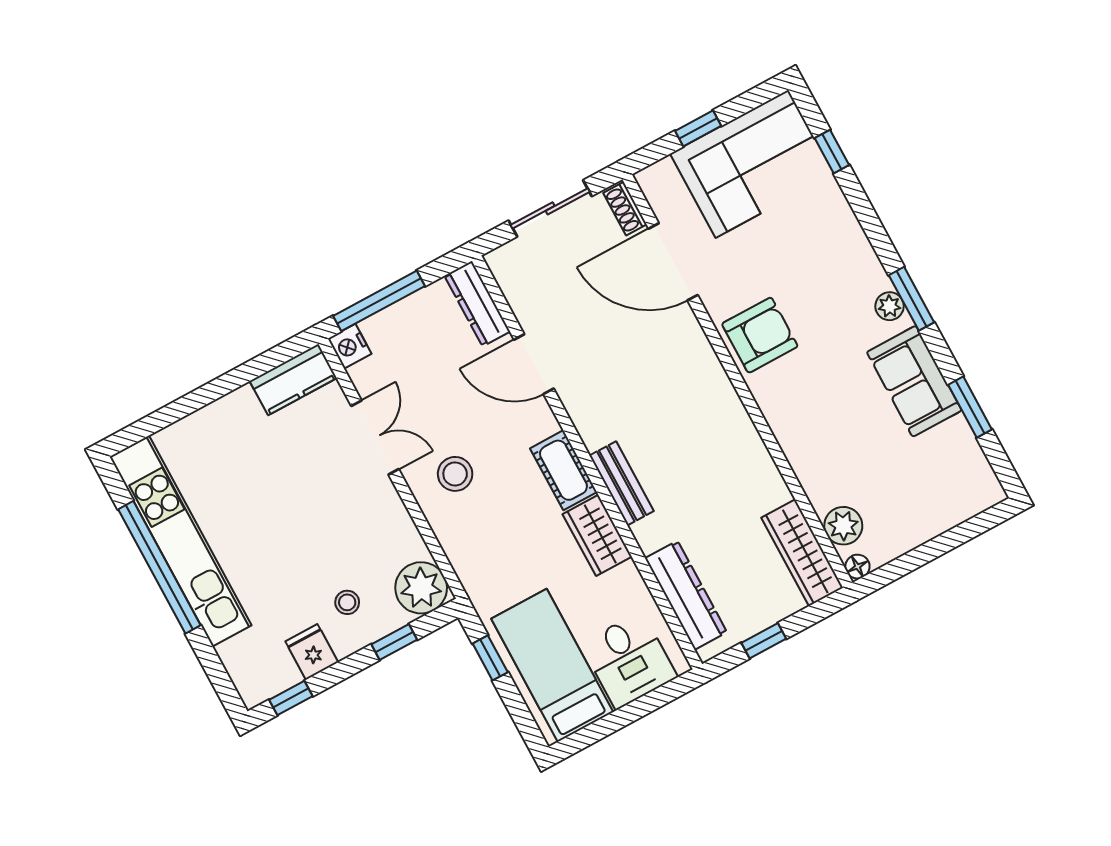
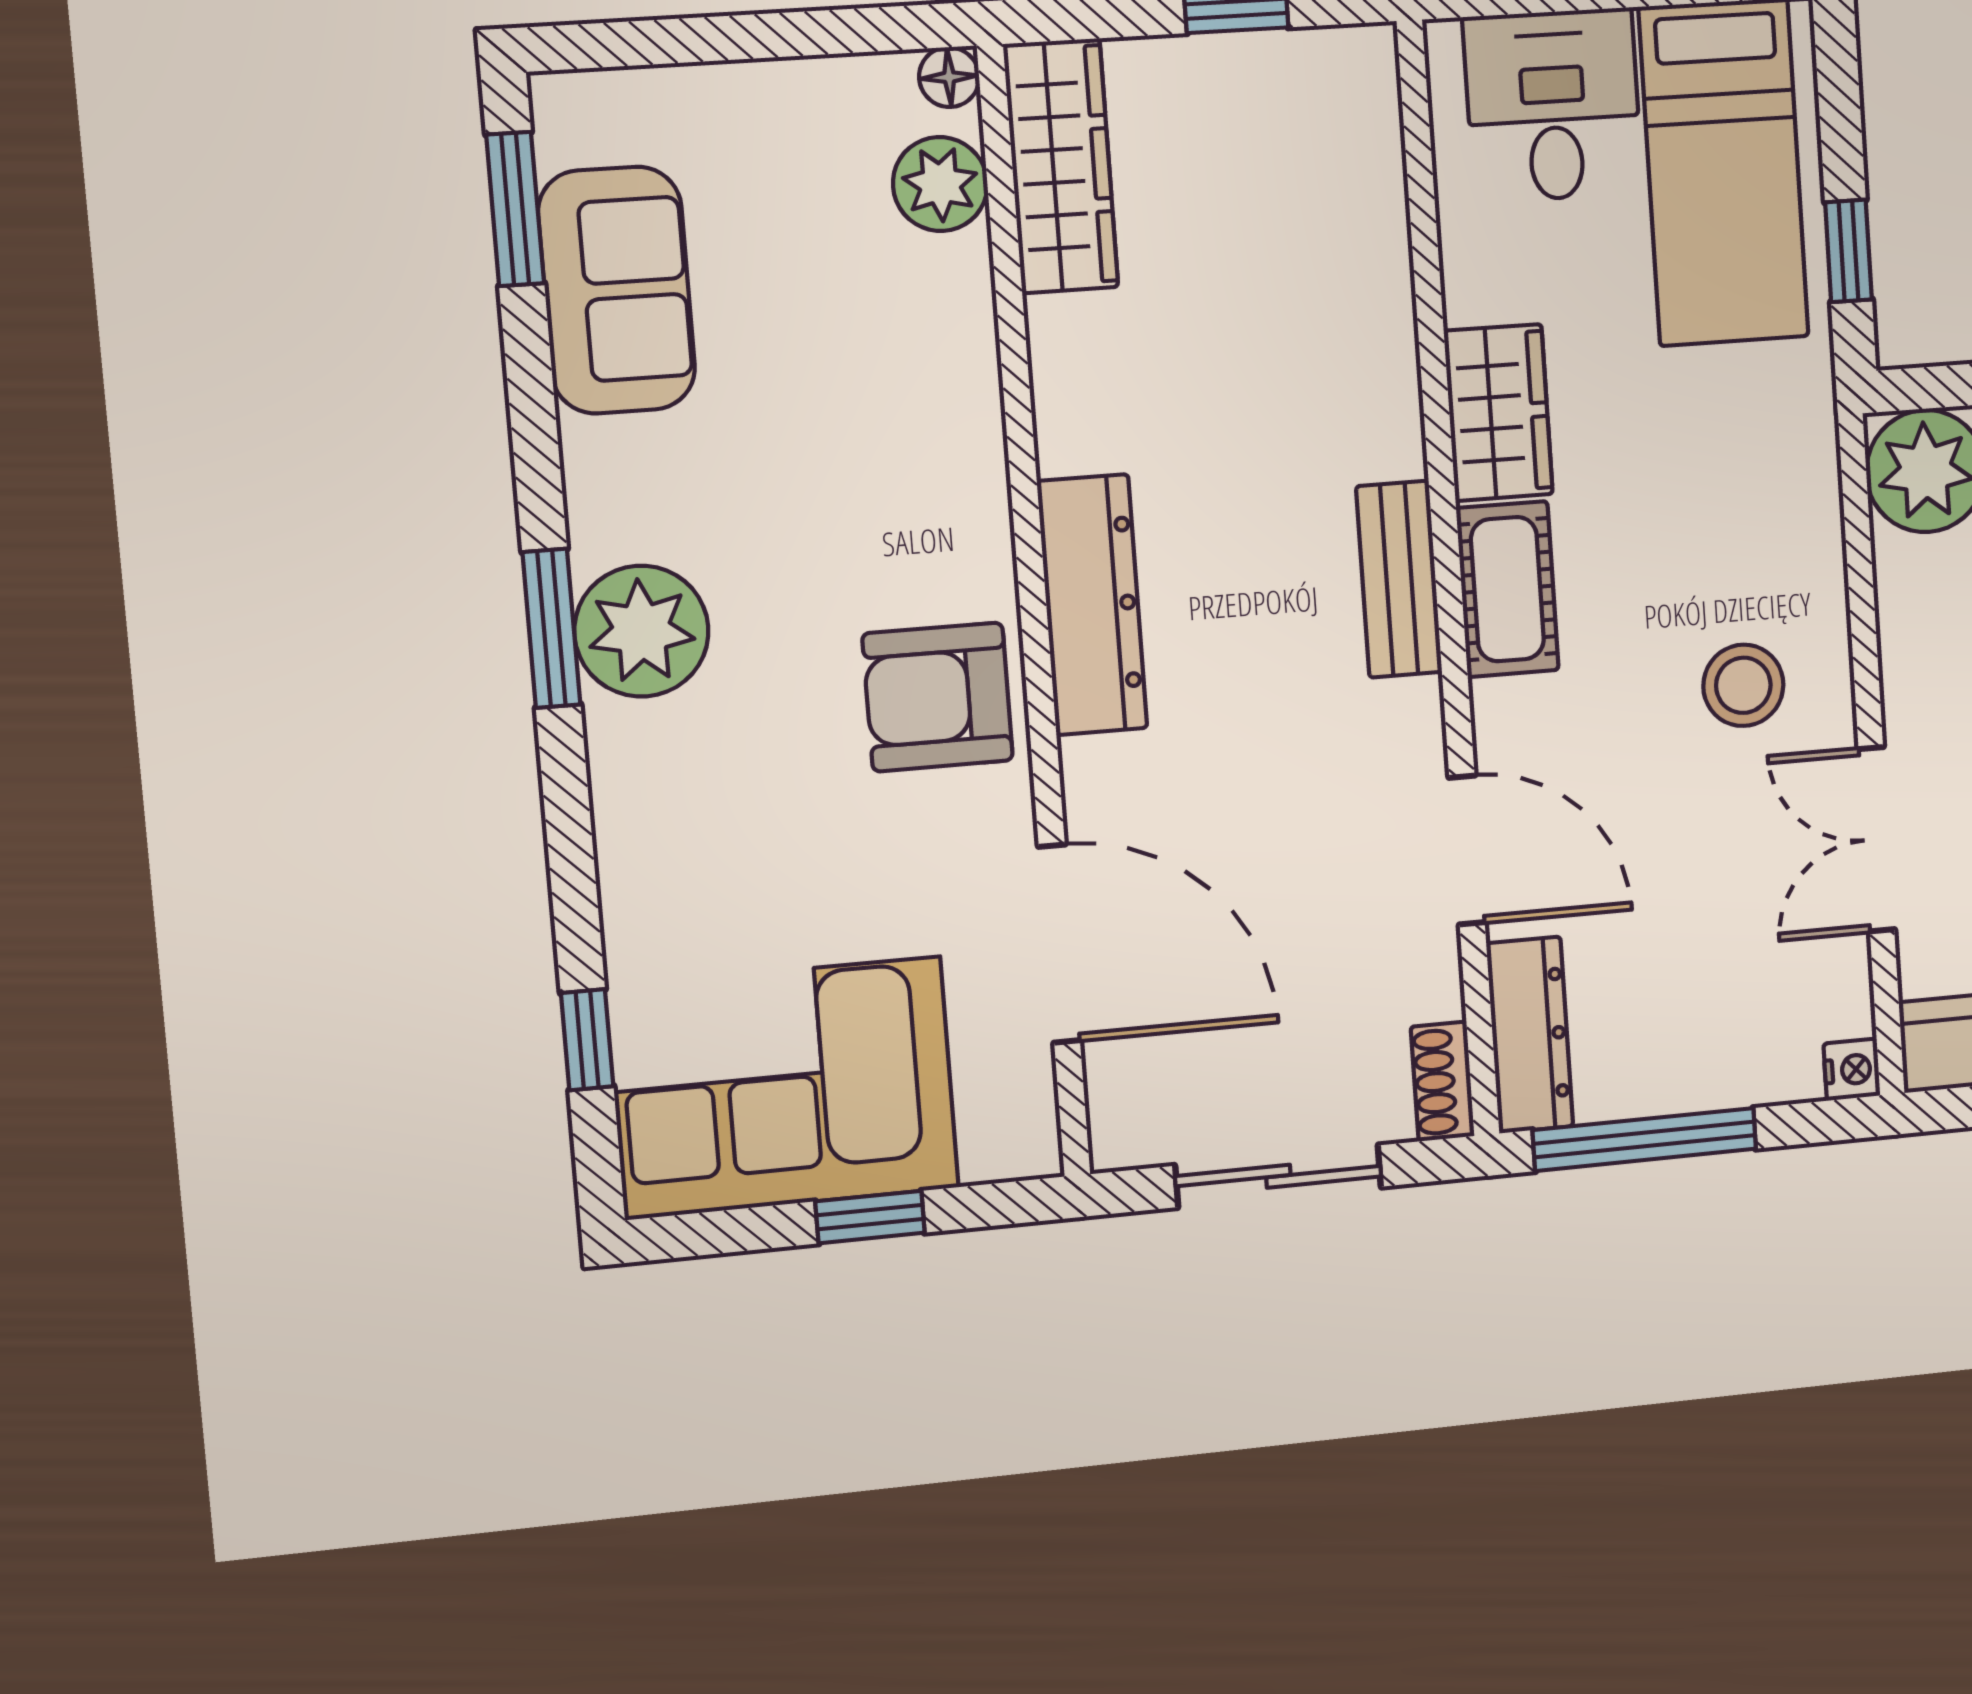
shoe rack: (625, 209) -> (1443, 1081), moved, turned 180
window: (379, 301) -> (1645, 1139), moved
plant: (890, 306) -> (641, 631), width x1.88, depth x1.88
nightstand: (350, 346) -> (1852, 1070), width x0.72, depth x0.74
sofa: (914, 381) -> (617, 290), moved
window: (970, 407) -> (515, 209), moved
bench: (622, 483) -> (1399, 579), moved
dresser: (686, 595) -> (1092, 605), moved, turned 180

